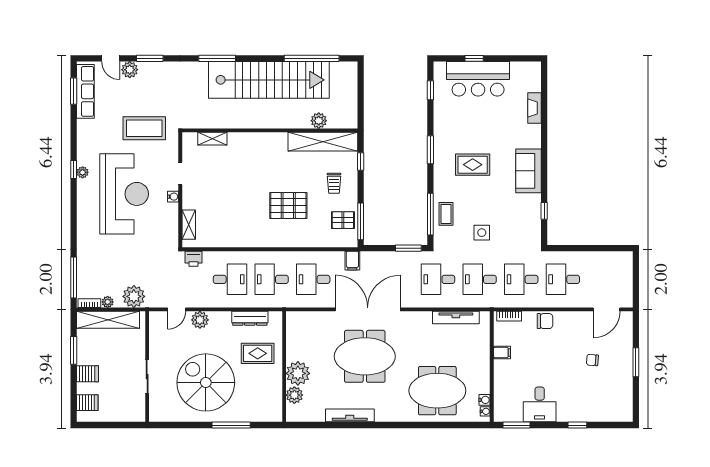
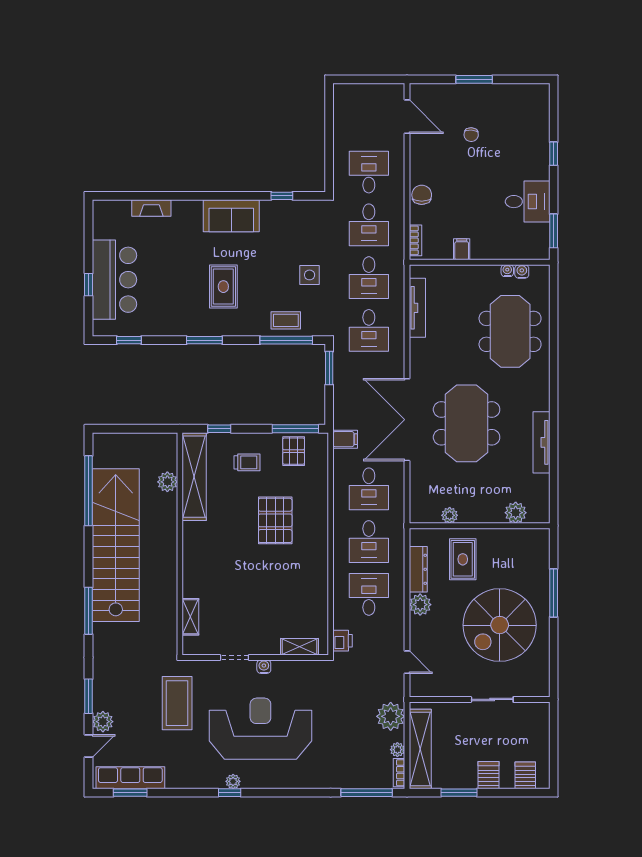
desk: (563, 279) -> (369, 172), turned 180
plant: (200, 320) -> (420, 605), moved
plant: (298, 373) -> (450, 515), moved, width x0.53, depth x0.53
water cooler: (485, 411) -> (507, 271), moved

